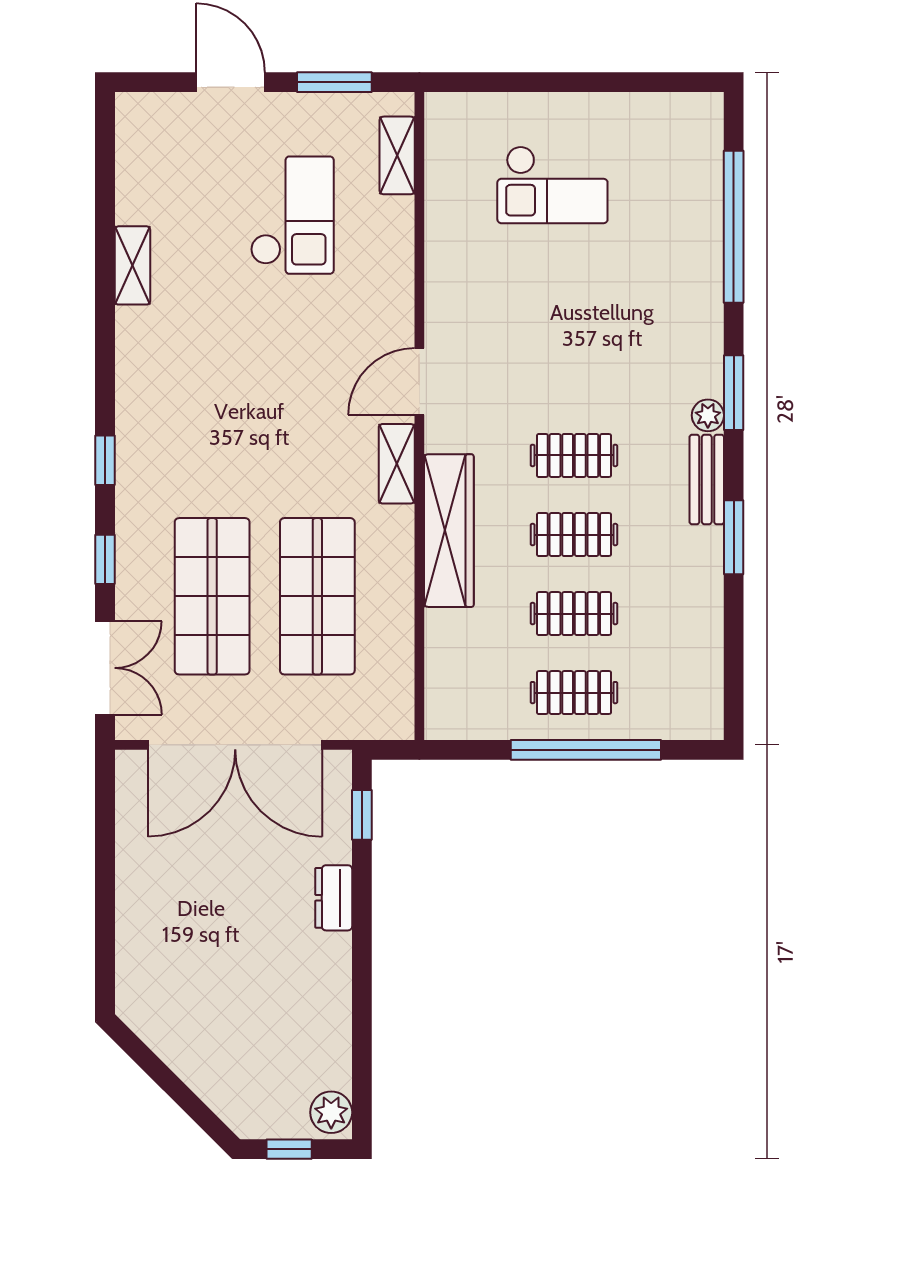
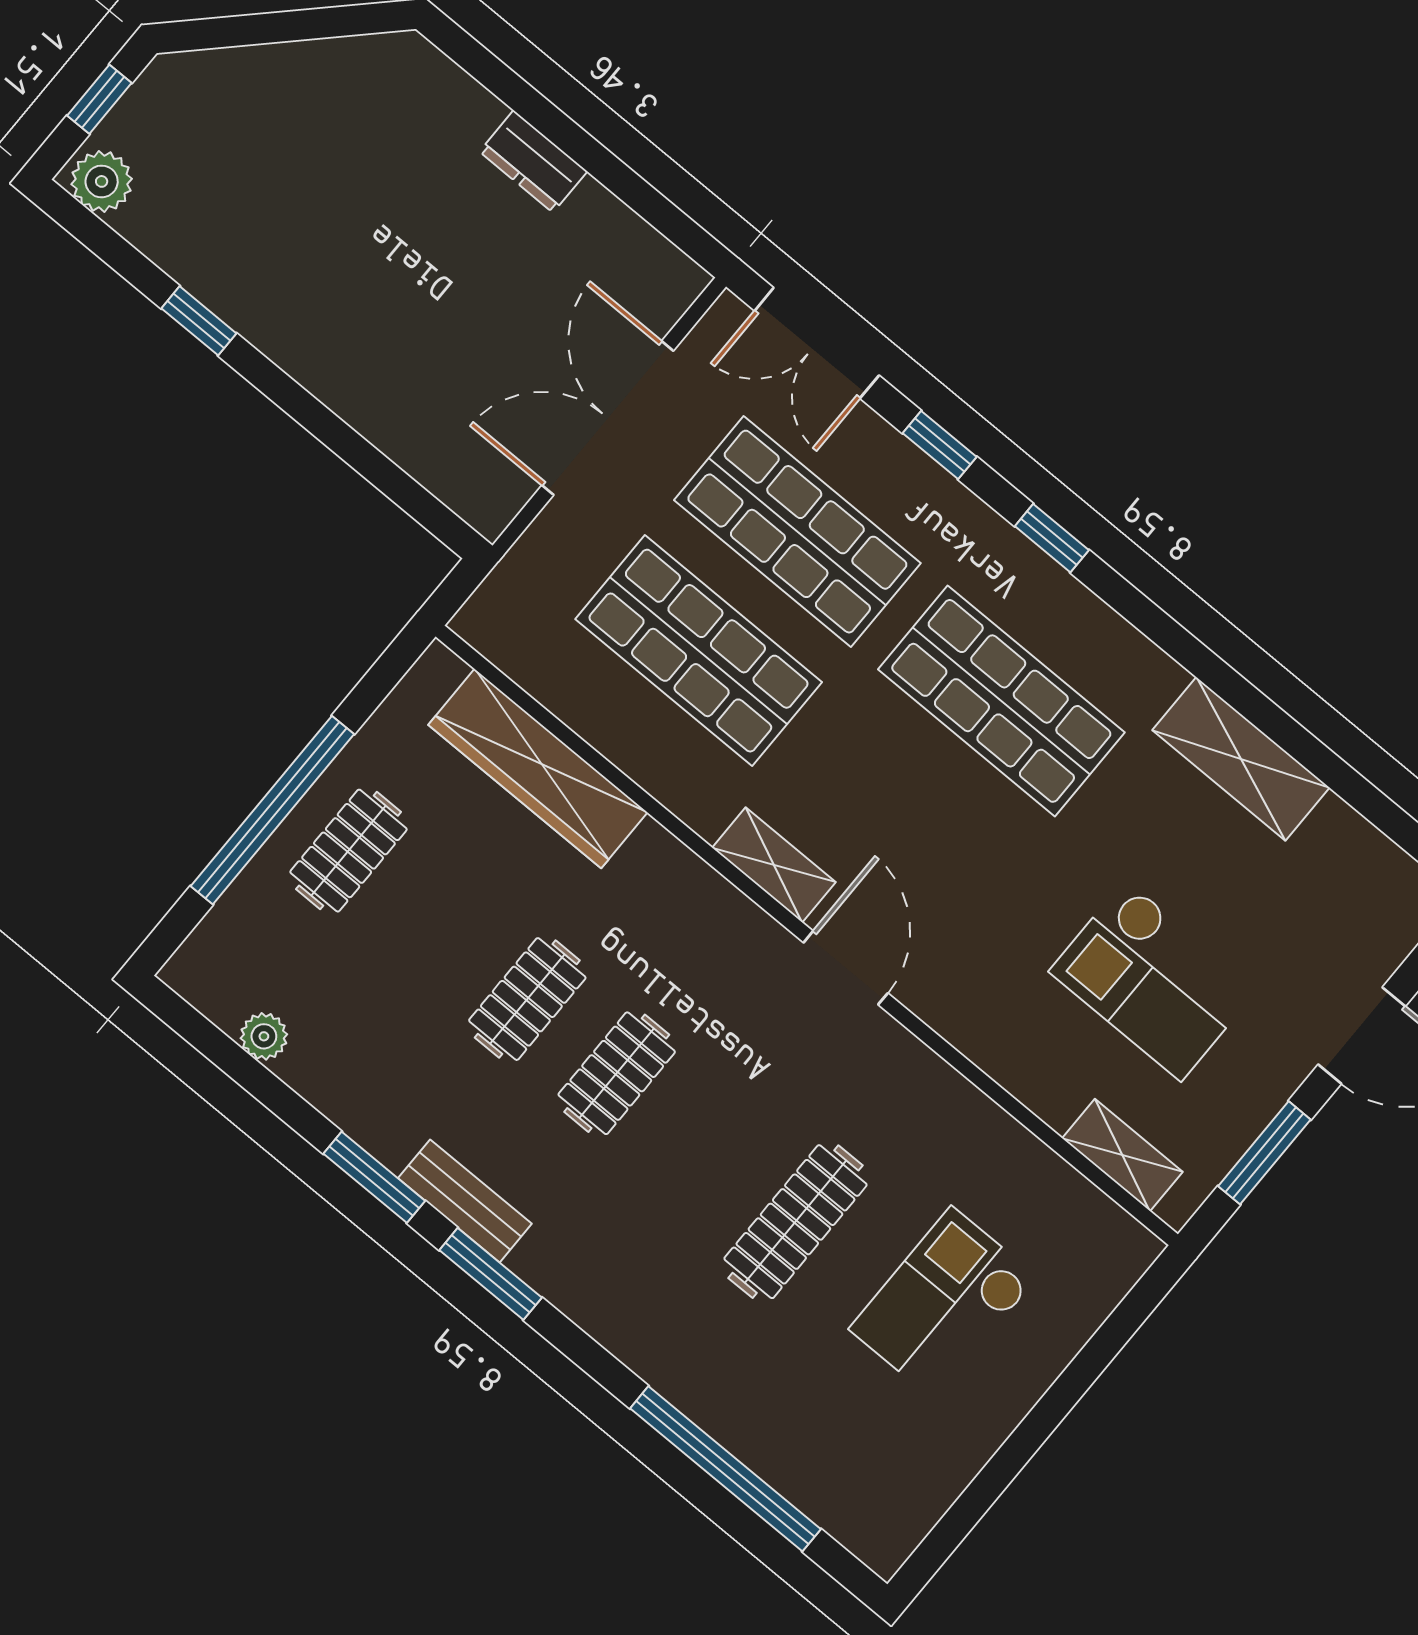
shelving: (132, 265) -> (1241, 759), width x1.50, depth x1.33
window: (734, 393) -> (491, 1274), moved
plant: (708, 415) -> (264, 1036), moved
shop shelf: (212, 416) -> (1001, 701), added
wardrobe: (449, 531) -> (538, 769), moved
clothes rail: (574, 614) -> (795, 1222), moved, width x1.36
double door: (235, 745) -> (608, 418), width x0.73
window: (362, 815) -> (199, 321), moved
dresser: (334, 898) -> (533, 161), moved, turned 180

